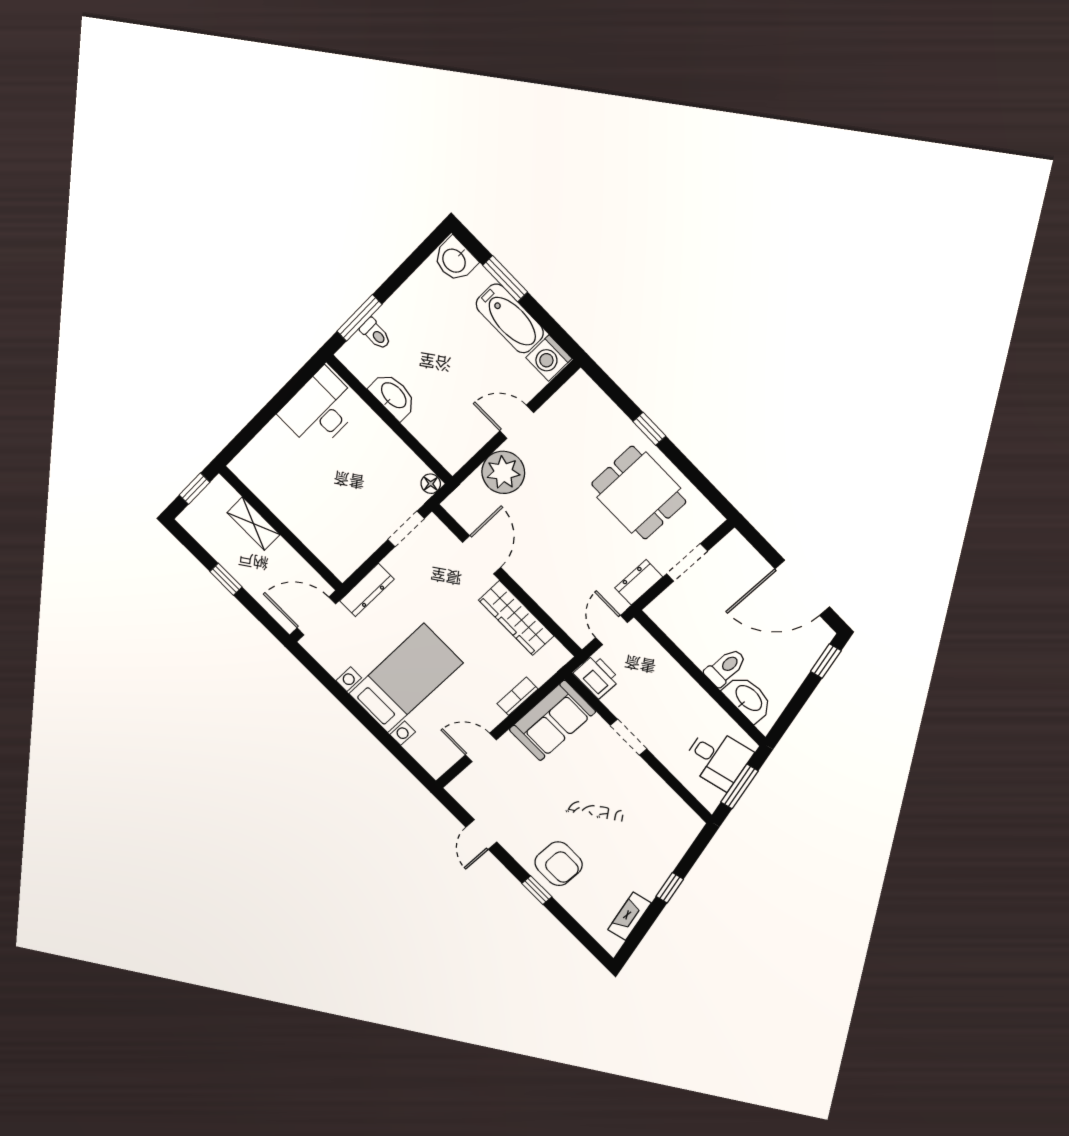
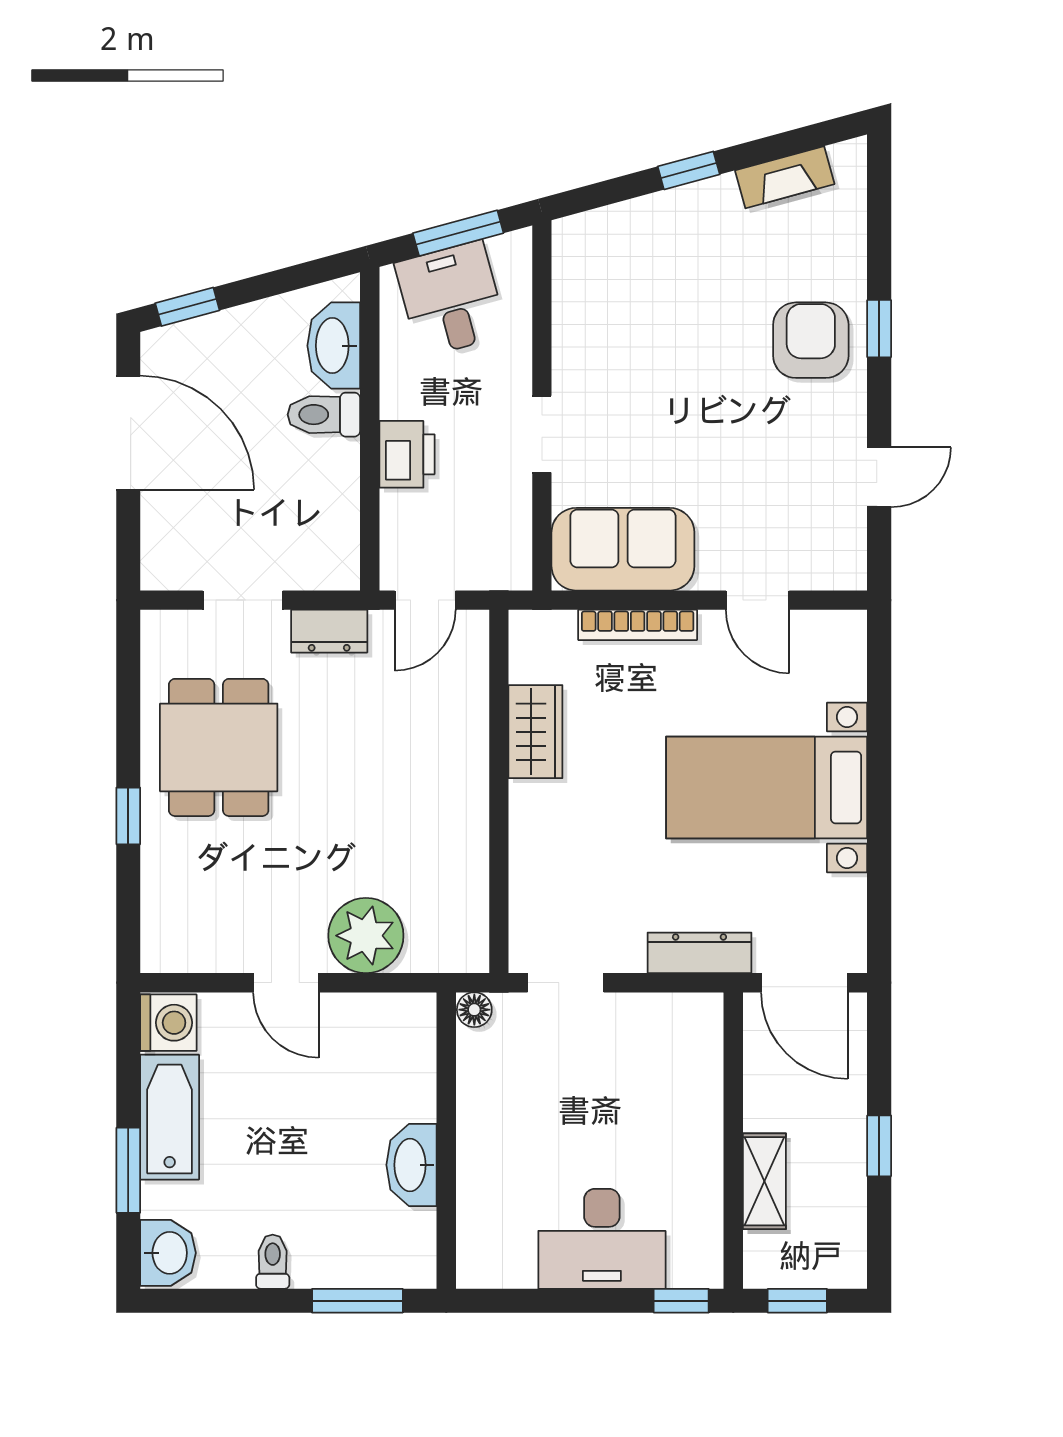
toilet: (376, 334) -> (273, 1262), moved
desk: (320, 410) -> (602, 1239), moved
window: (237, 445) -> (681, 1301), added
door: (482, 555) -> (499, 856), removed
wardrobe: (516, 618) -> (535, 732), width x0.67
printer: (597, 677) -> (407, 454), moved, turned 180
bookcase: (517, 696) -> (638, 625), width x1.56

